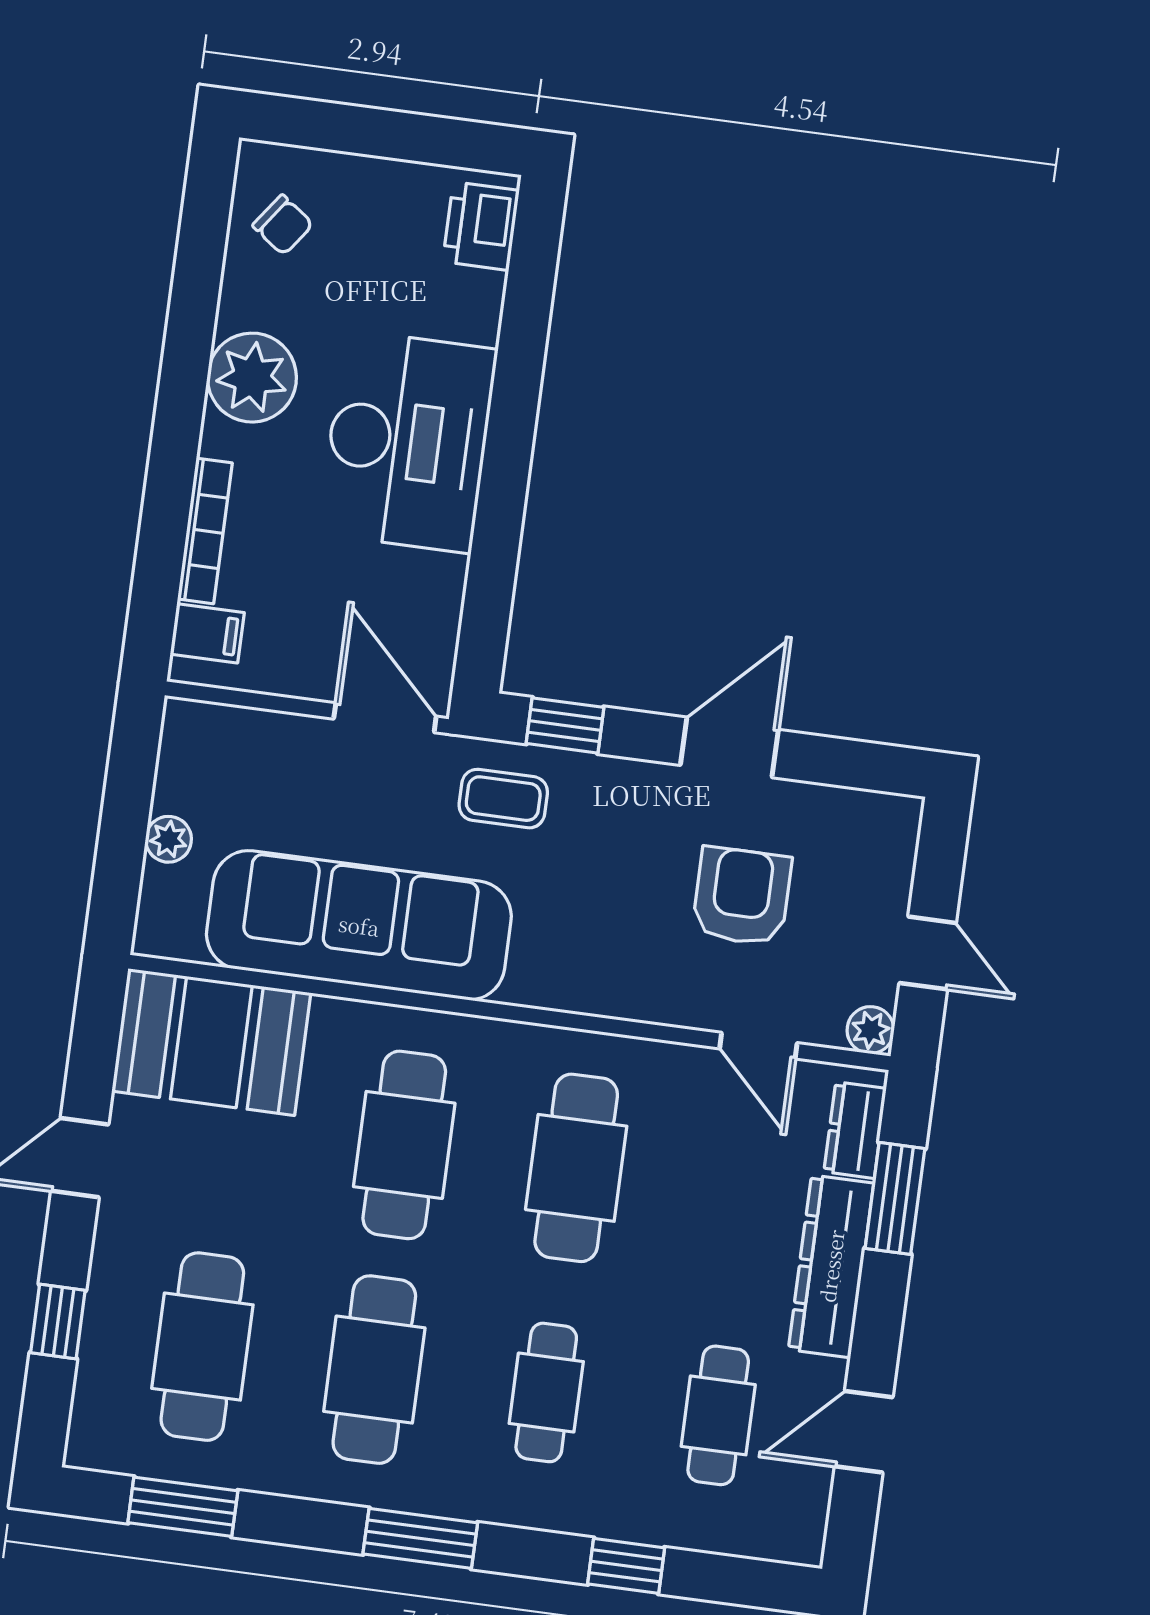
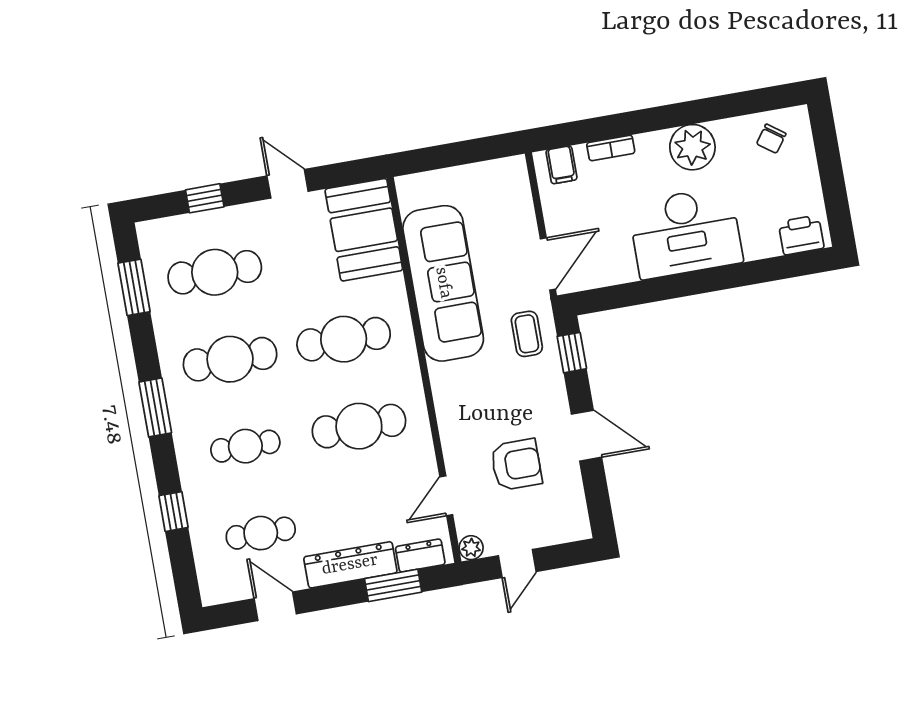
bookcase: (205, 531) -> (611, 148), width x0.64
plant: (169, 839) -> (456, 178), removed

